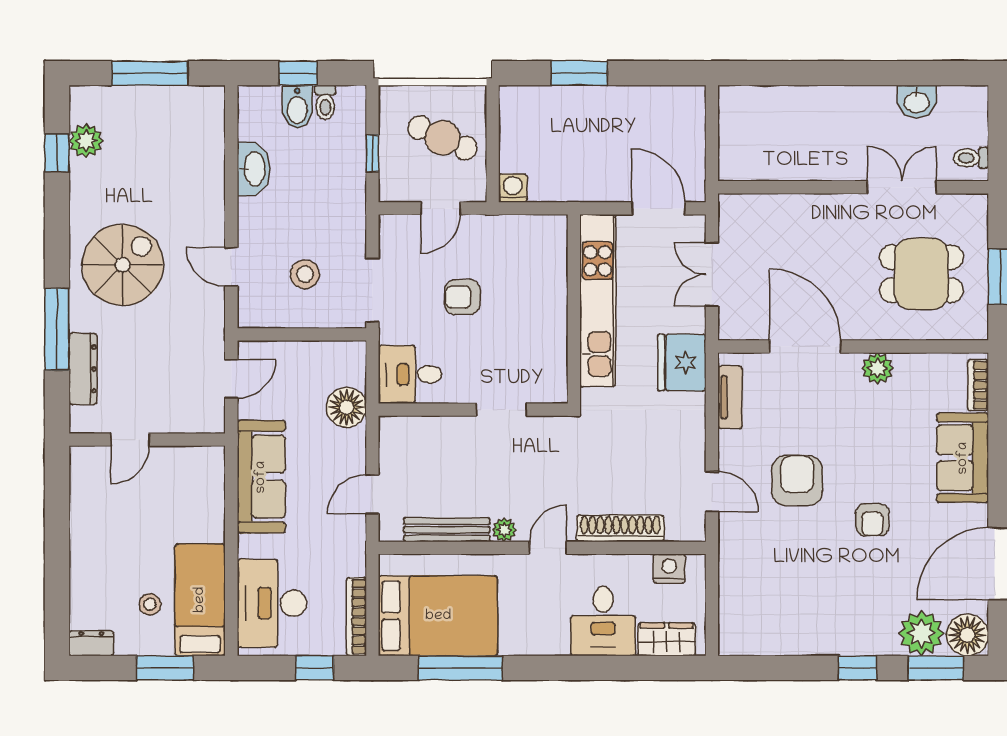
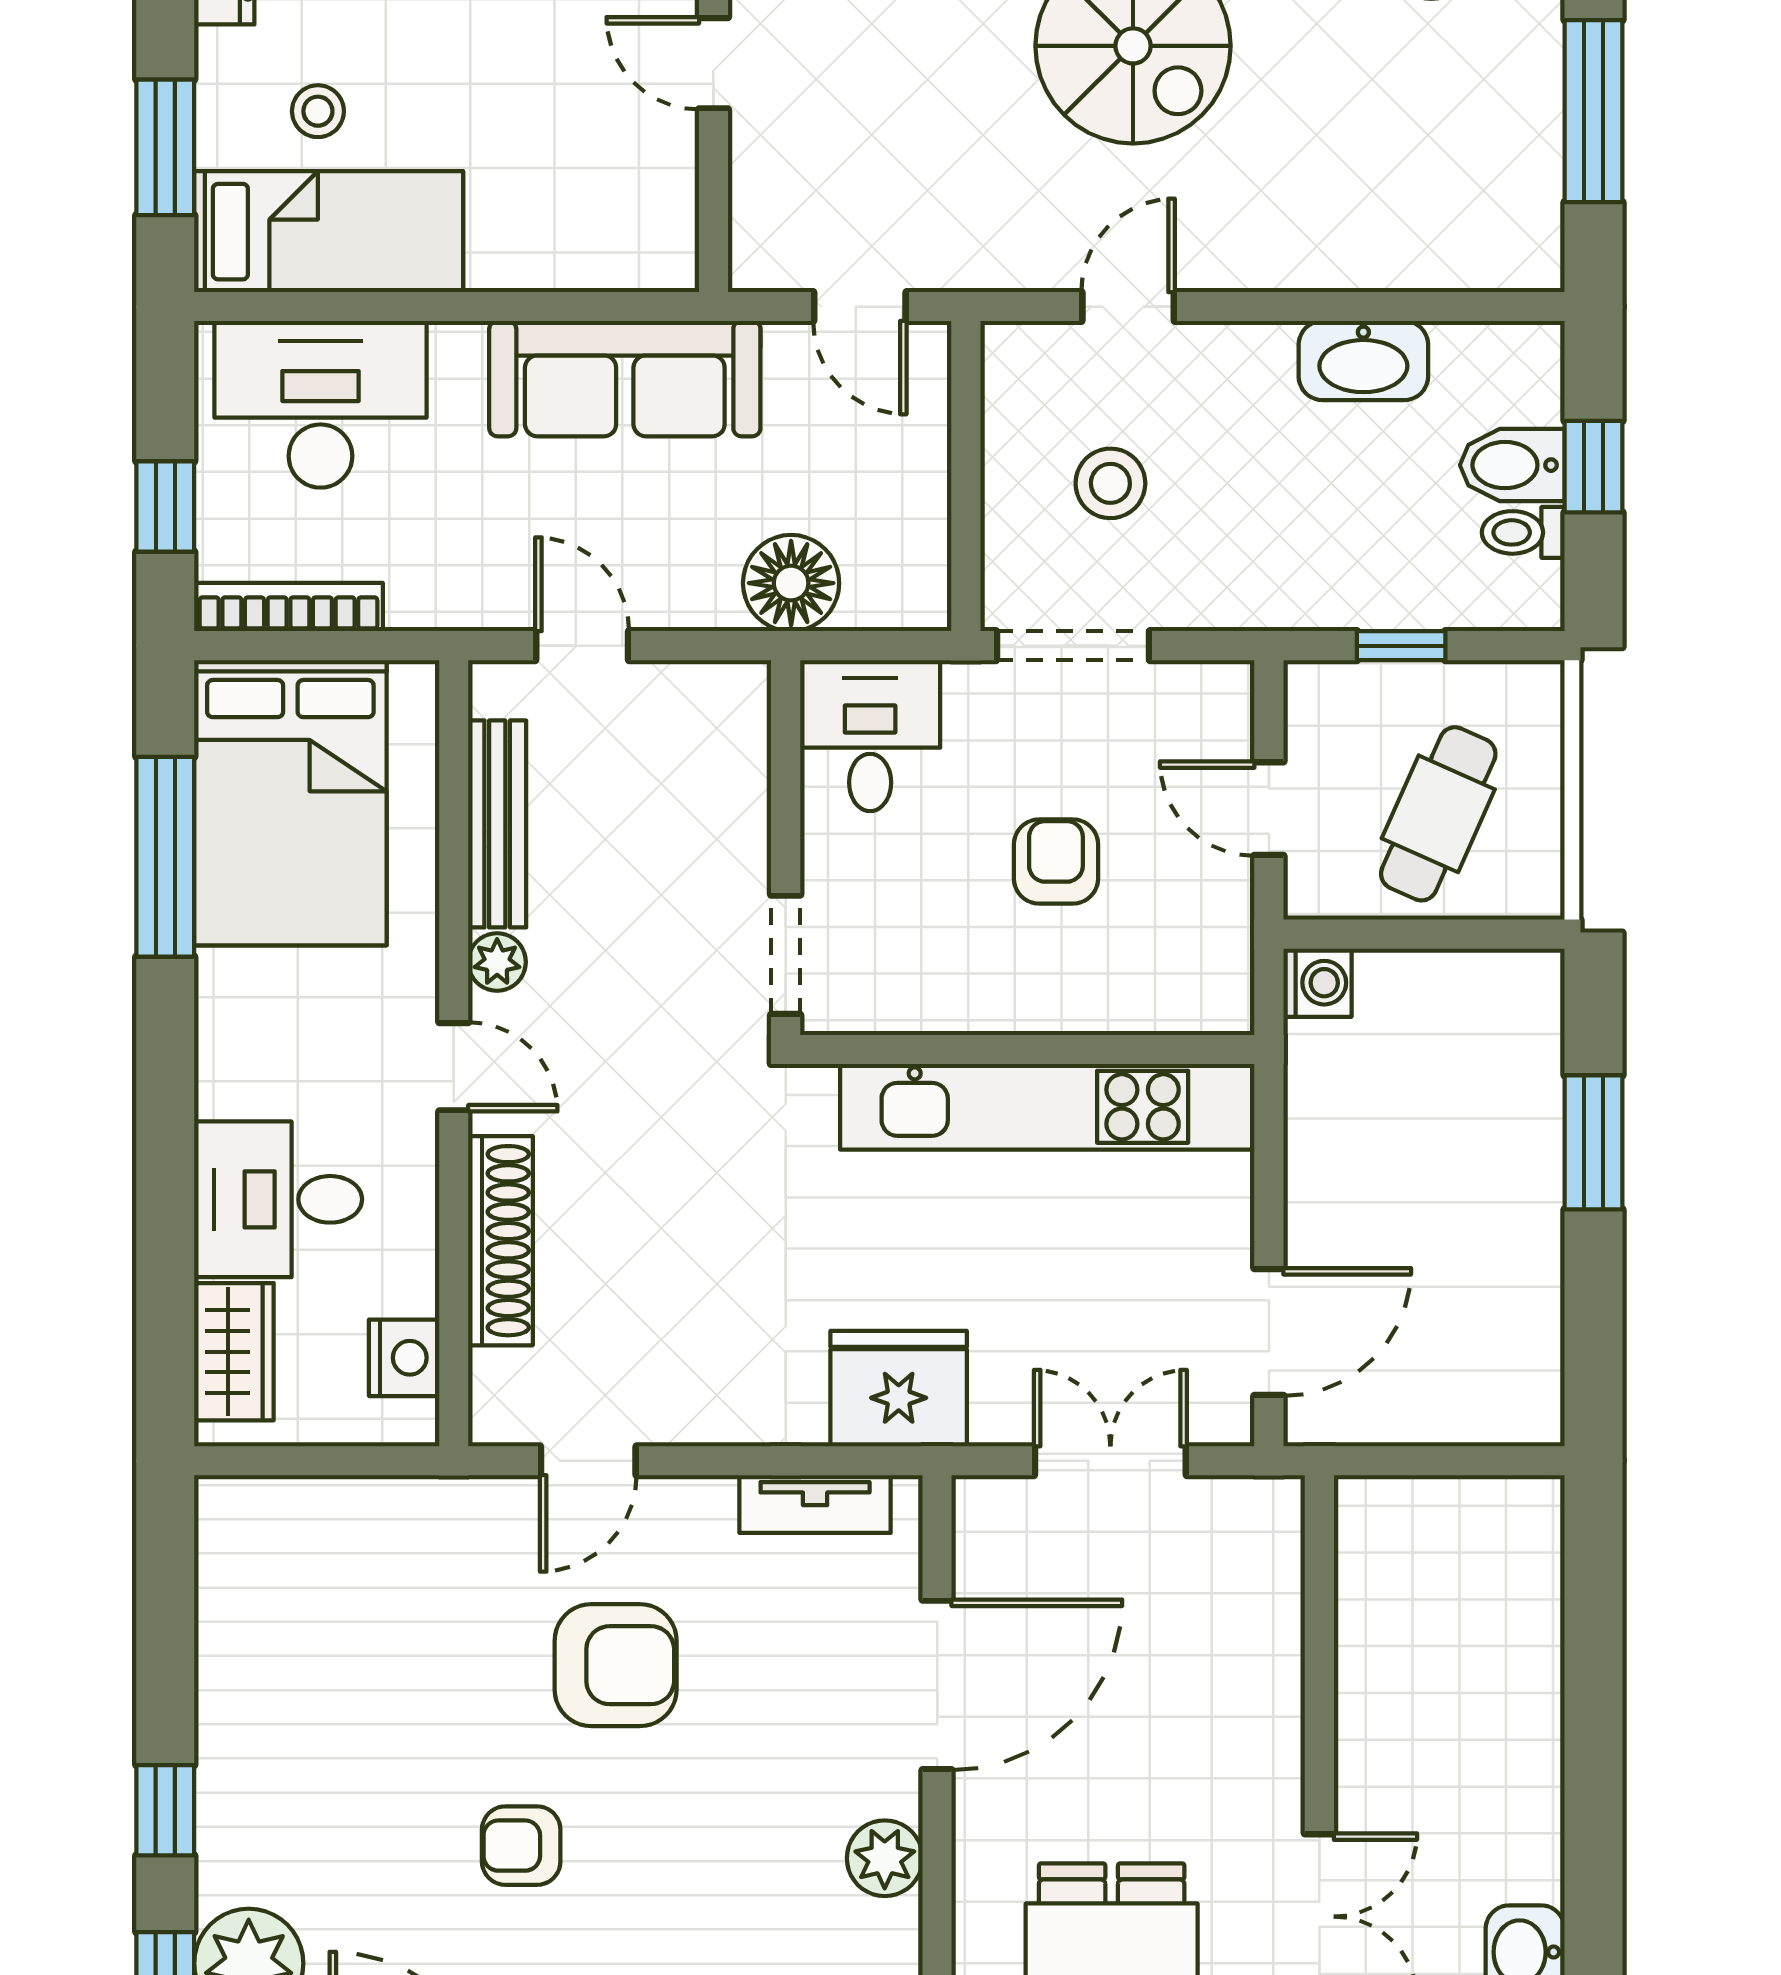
kitchen unit: (598, 301) -> (1047, 1107), moved
wall: (574, 309) -> (1027, 1050), moved

